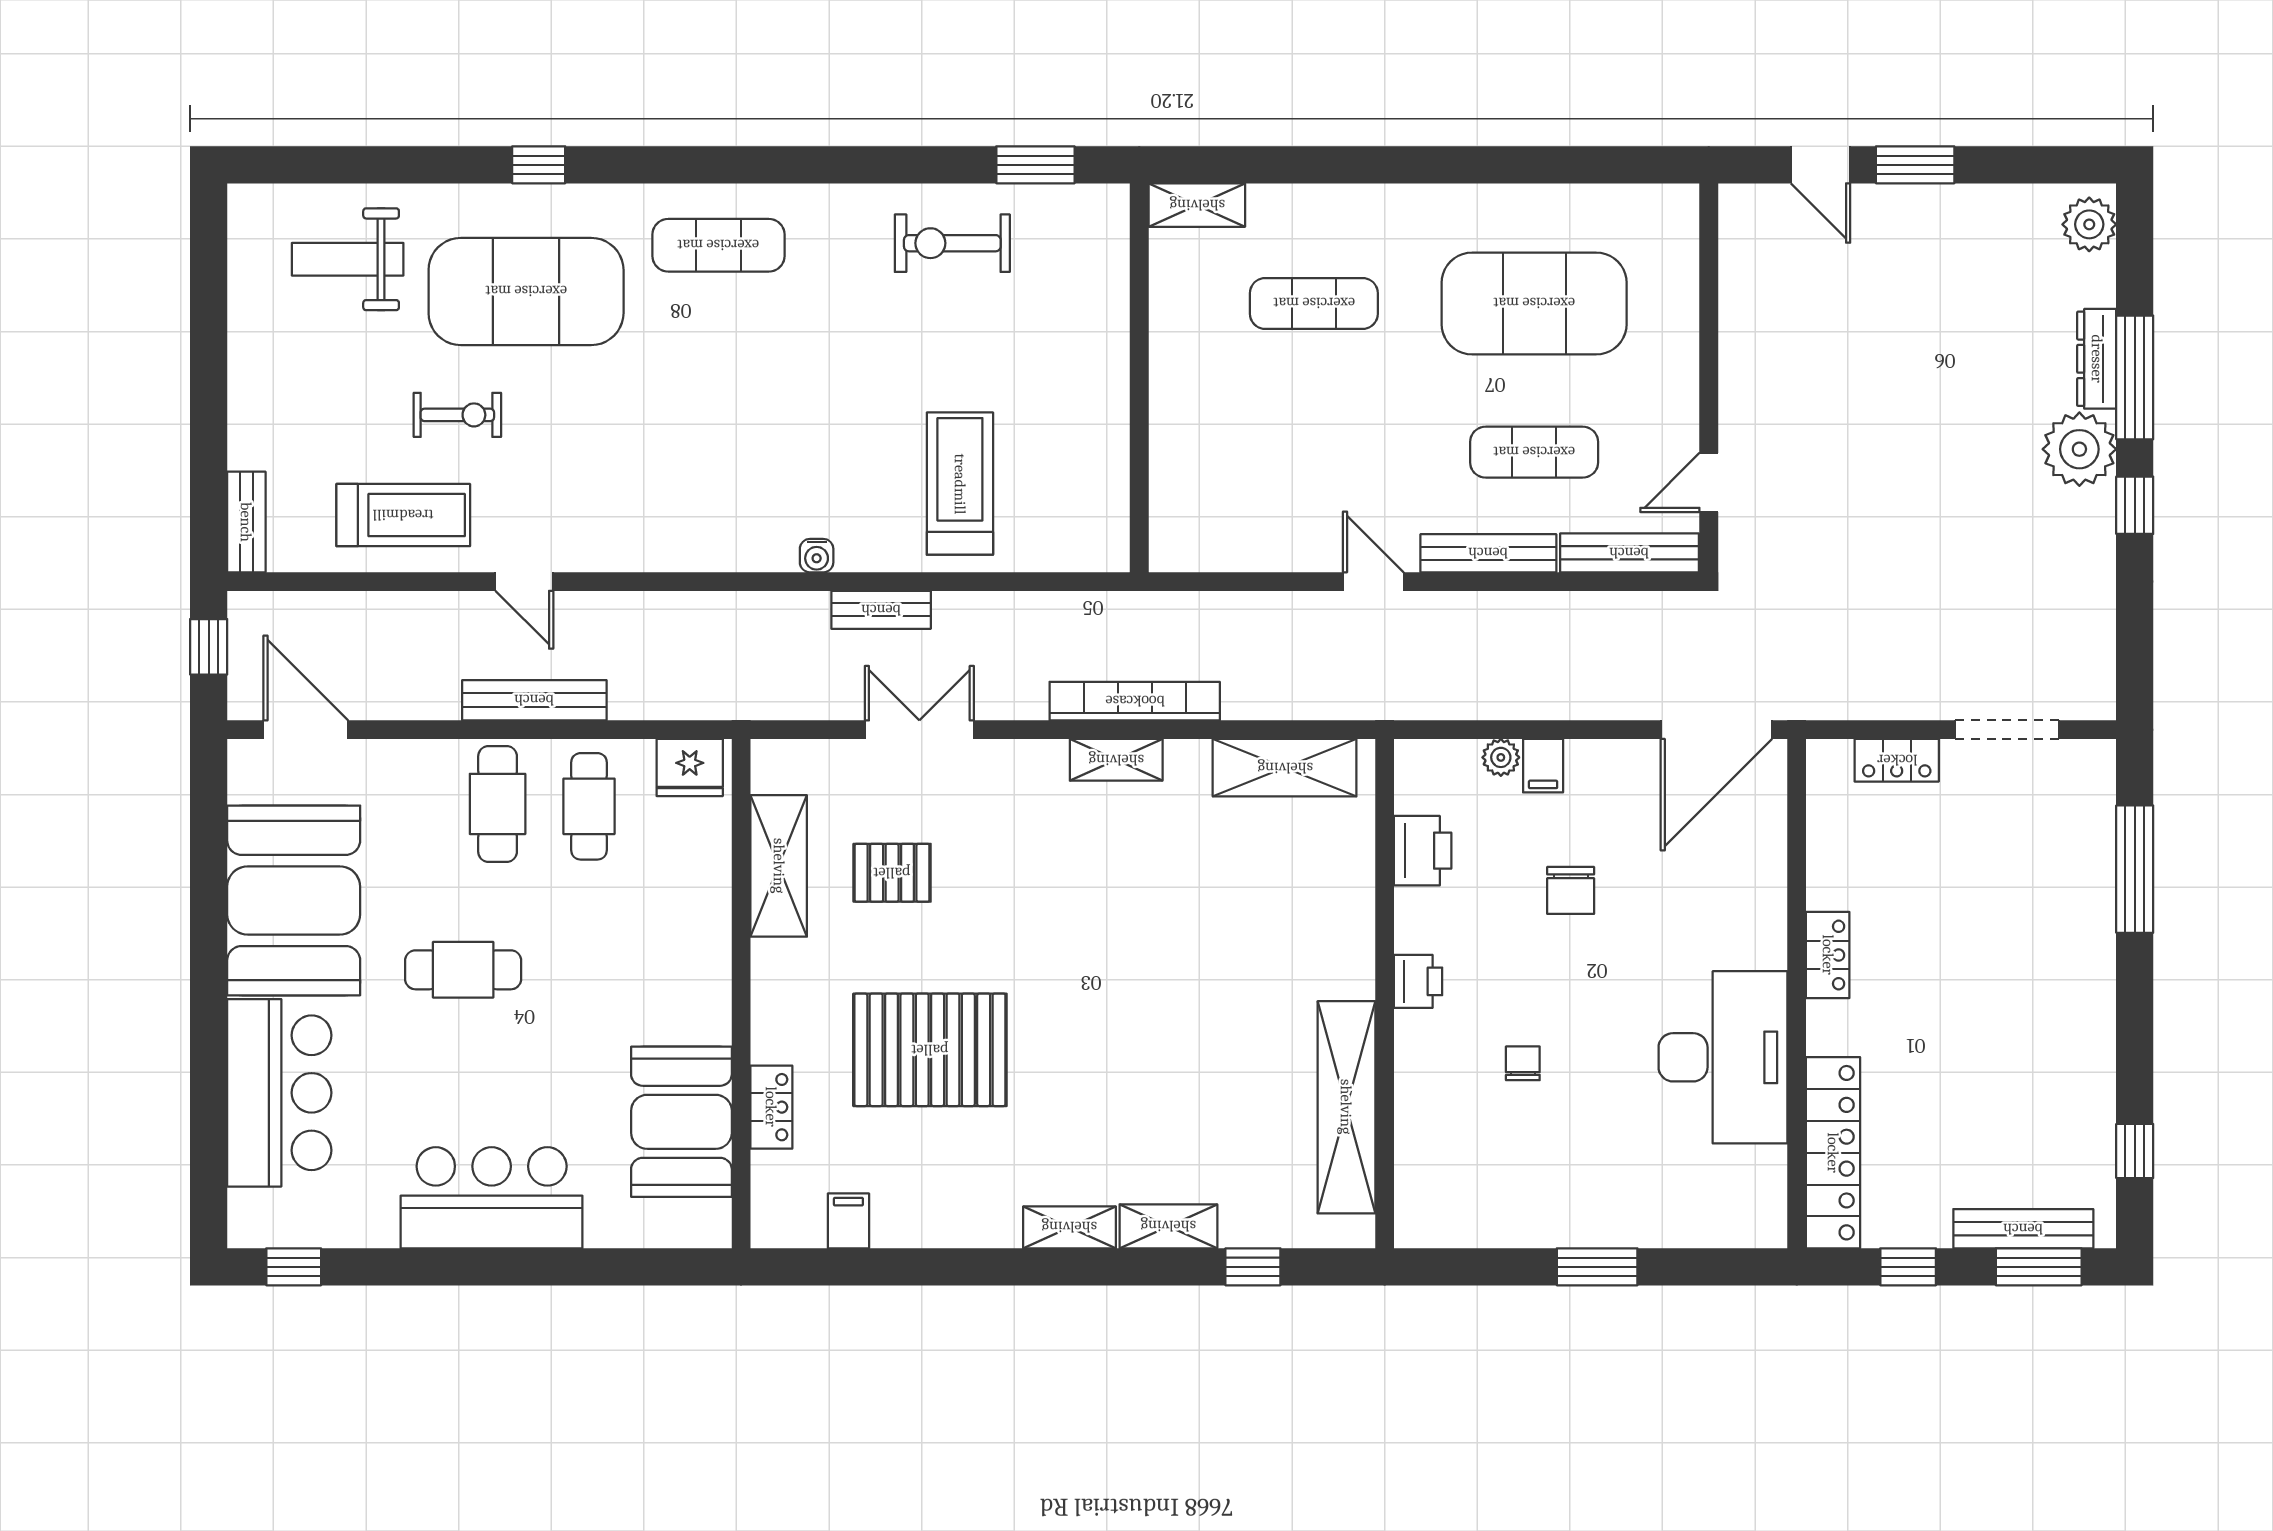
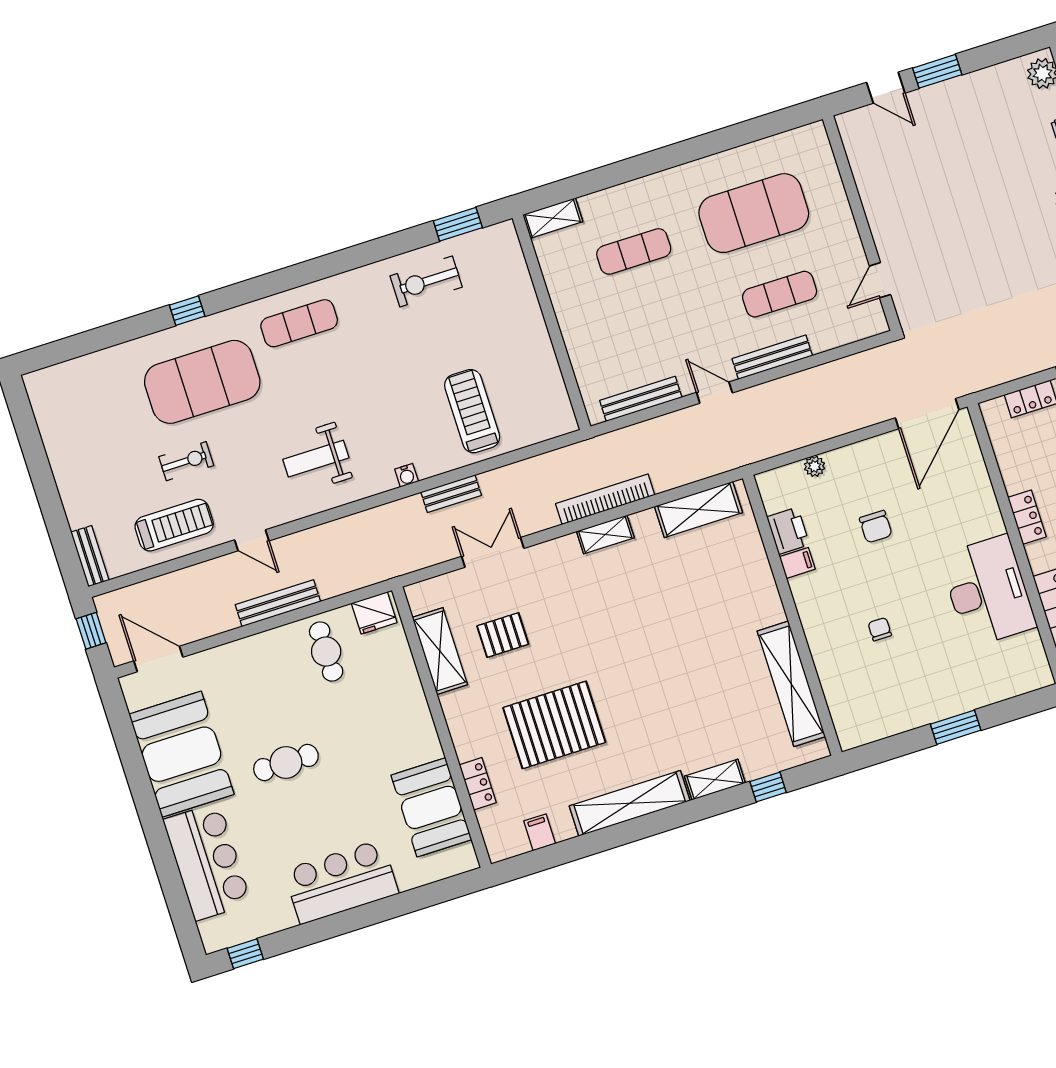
weight bench: (348, 259) -> (316, 459), moved
bench: (1629, 553) -> (641, 399), moved
filing cabinet: (1543, 766) -> (797, 563), moved, turned -90
cafe table: (498, 804) -> (276, 666), removed
printer: (1418, 981) -> (808, 603), removed
shelving: (1069, 1227) -> (630, 803), width x2.20, depth x1.33

